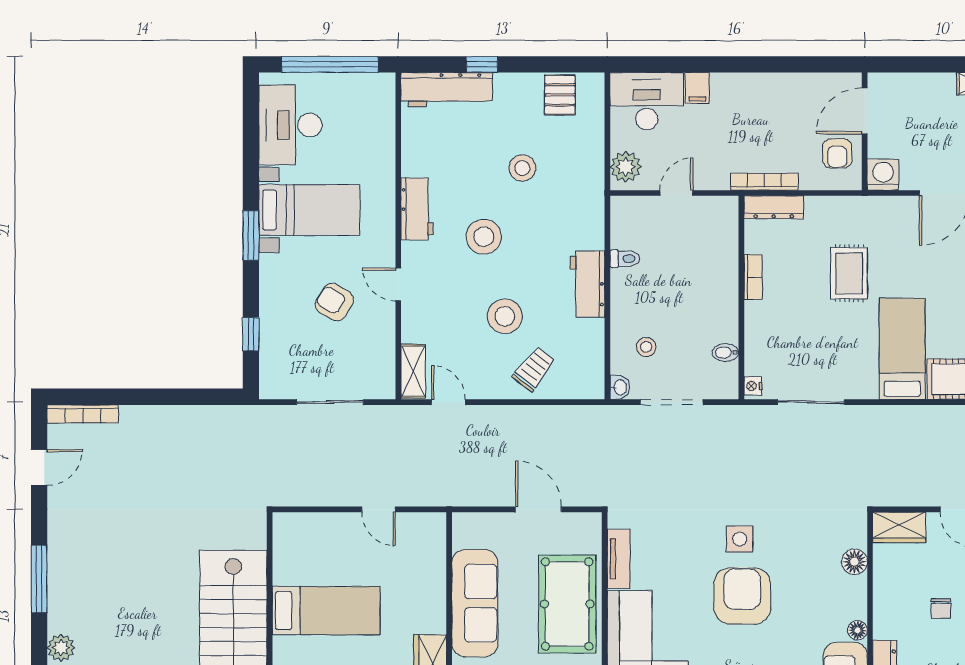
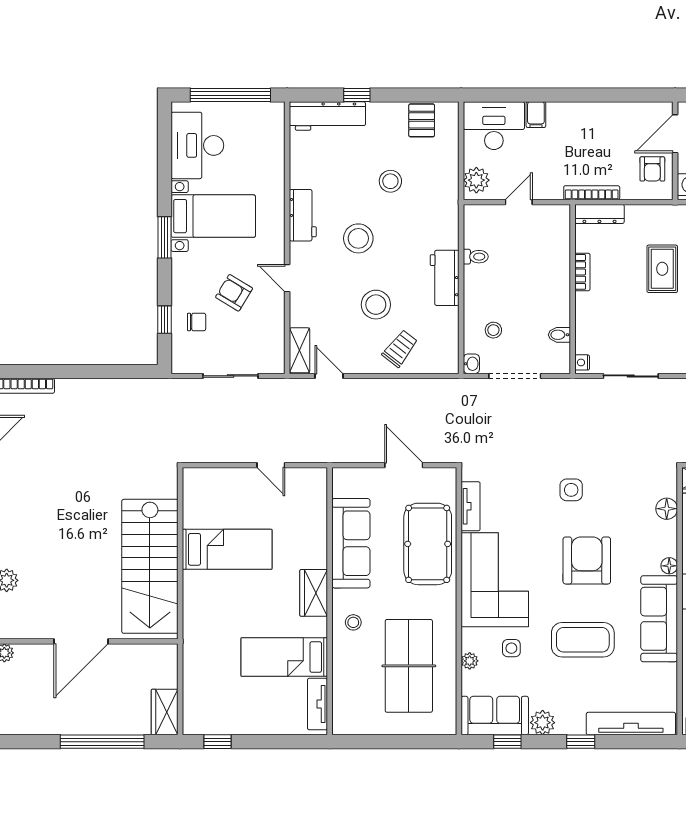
chair: (289, 337) -> (197, 322), added
armchair: (742, 596) -> (587, 560), moved

